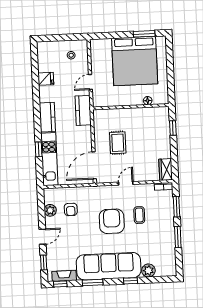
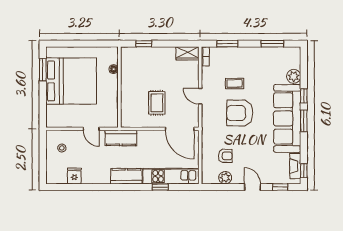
fridge: (46, 79) -> (74, 176), moved
rug: (118, 143) -> (157, 103), turned 90
window: (178, 237) -> (272, 44), moved
window: (93, 283) -> (304, 121), moved

